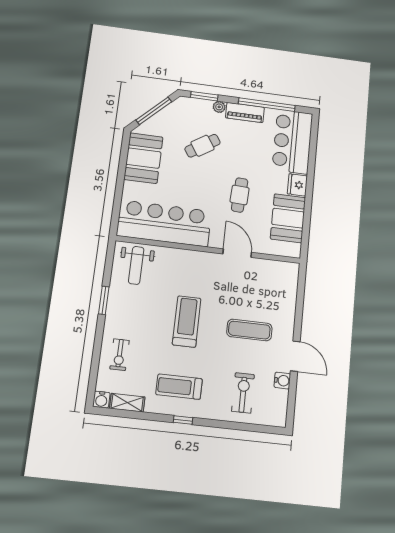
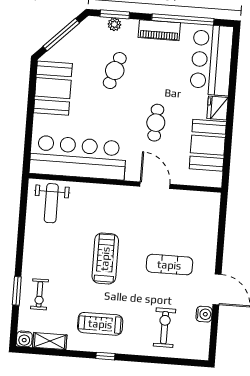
plant: (219, 107) -> (114, 24), moved
cafe table: (203, 146) -> (115, 71), turned -39
window: (104, 300) -> (17, 291), moved

